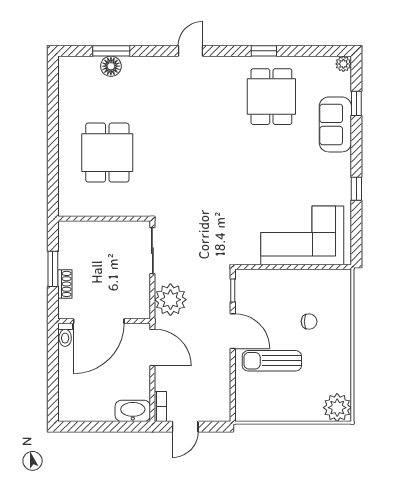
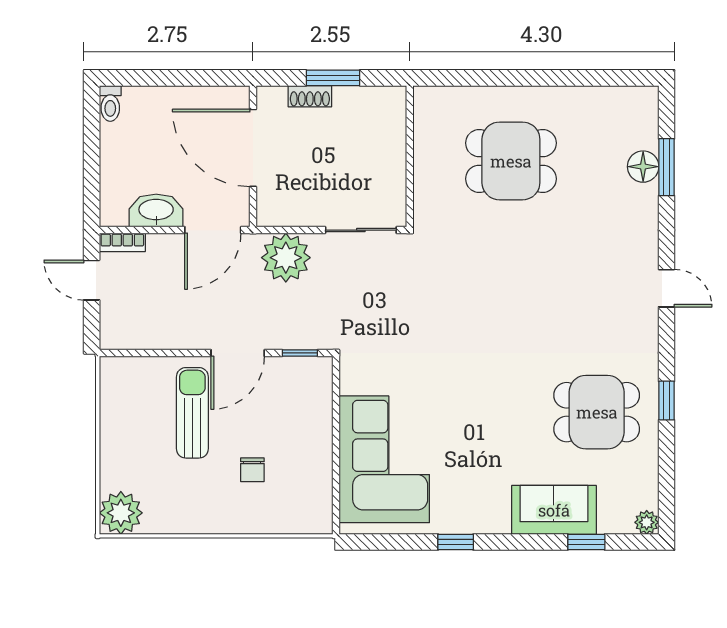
toilet: (65, 335) -> (110, 103), moved, turned -90
washbasin: (133, 411) -> (156, 210), moved, turned -90

